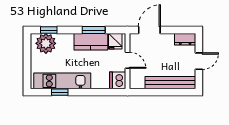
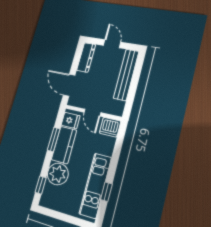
dresser: (185, 39) -> (86, 57), width x1.44
plant: (46, 43) -> (58, 174), moved
door: (128, 60) -> (92, 113), swing flipped

